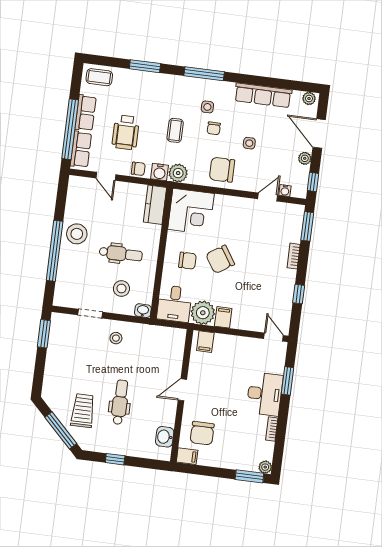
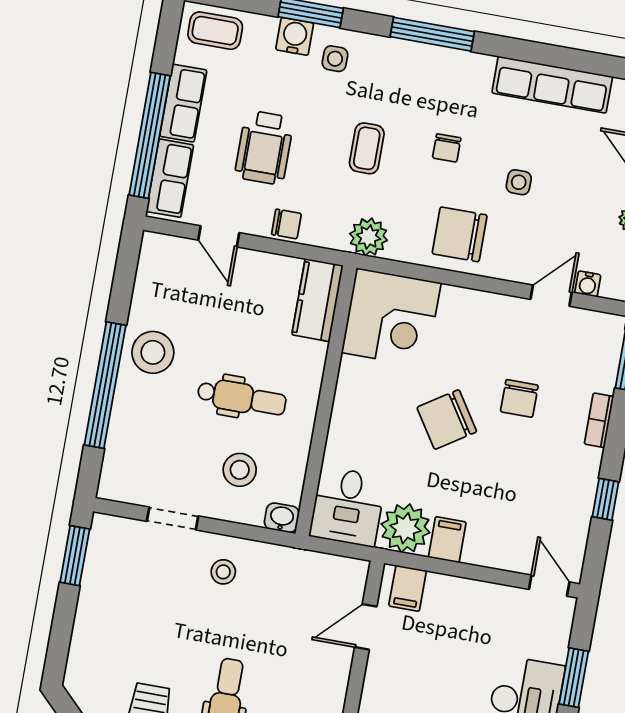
side table: (207, 107) -> (335, 59), moved
water cooler: (160, 172) -> (295, 36), moved, turned 180
chair: (187, 261) -> (519, 398), moved, turned 90
door: (182, 390) -> (366, 627), moved

